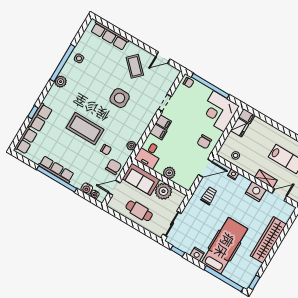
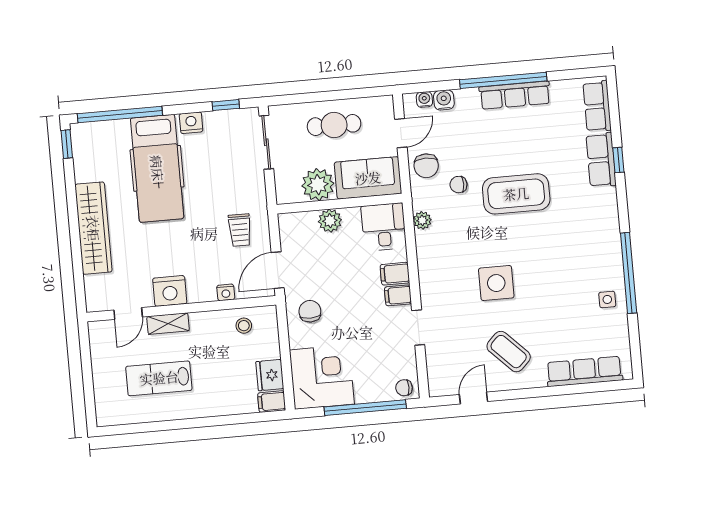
plant: (61, 82) -> (610, 241), removed

